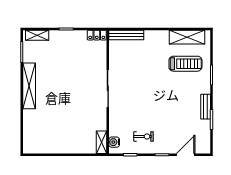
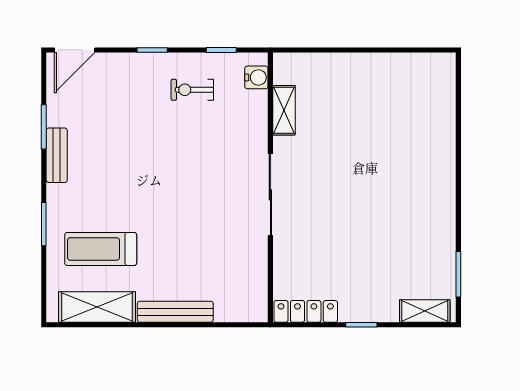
locker: (97, 35) -> (306, 311), width x1.53
bench: (126, 35) -> (175, 312), moved
shelving: (29, 86) -> (442, 200), removed
shelving: (102, 142) -> (284, 110), moved
door: (186, 155) -> (75, 50), moved

